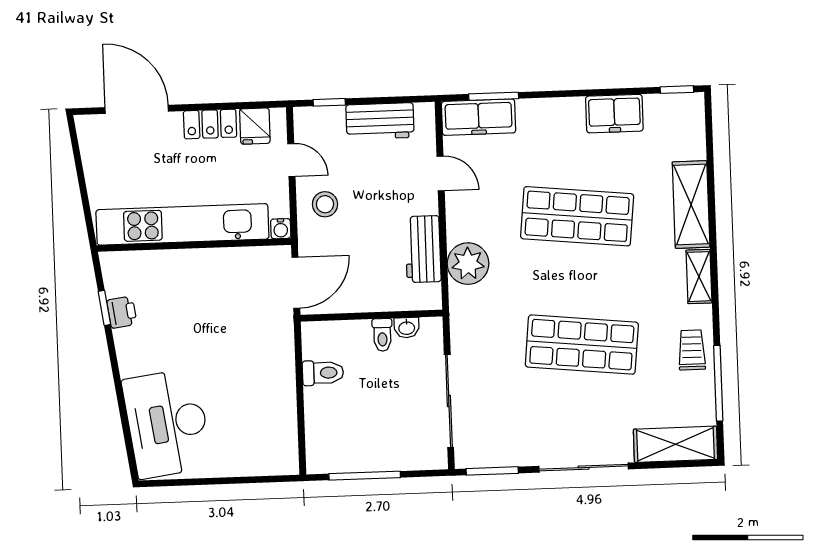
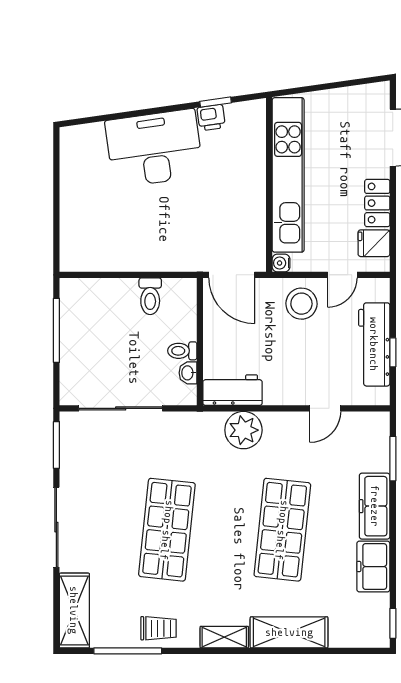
window: (329, 102) -> (393, 352), moved
freezer: (479, 117) -> (375, 506), moved
workbench: (380, 121) -> (374, 344), width x1.38
stool: (325, 204) -> (301, 304), width x1.38, depth x1.38
workbench: (423, 249) -> (233, 390), moved
desk: (167, 423) -> (154, 148), moved

